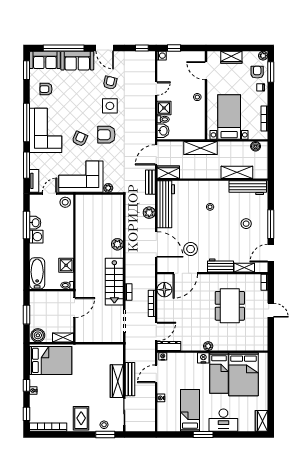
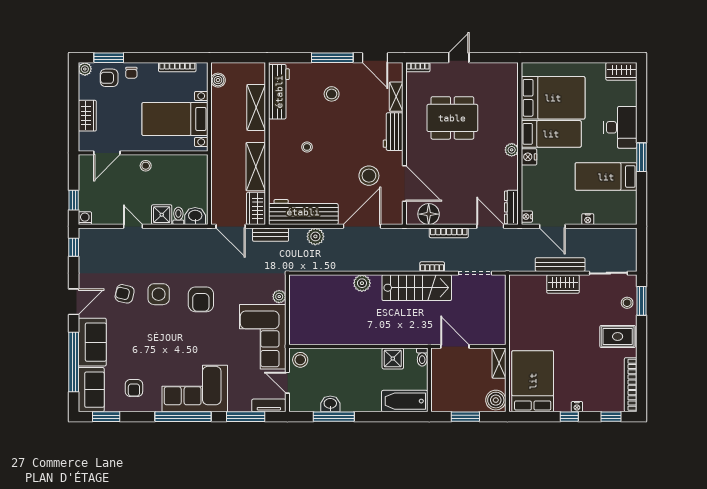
armchair: (80, 139) -> (207, 338), removed
shelving: (200, 148) -> (256, 167), moved
washing machine: (36, 237) -> (351, 402), removed
wardrobe: (117, 381) -> (563, 284), width x0.67

